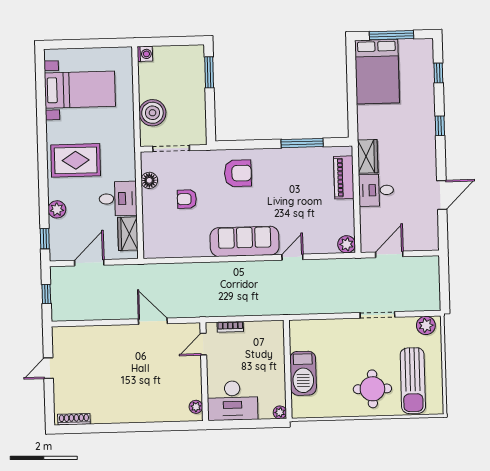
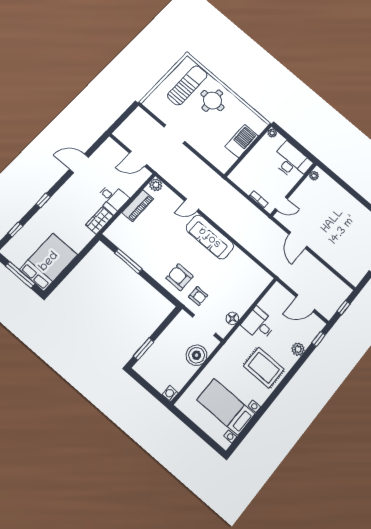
piano: (344, 177) -> (138, 206), moved
armchair: (187, 199) -> (198, 296), moved
wardrobe: (128, 234) -> (270, 300), removed
plant: (426, 325) -> (154, 106), removed

